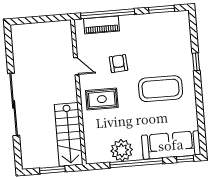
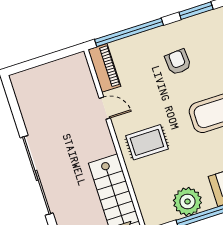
piano: (101, 25) -> (104, 68), moved, turned -90
armchair: (119, 64) -> (178, 62), moved

